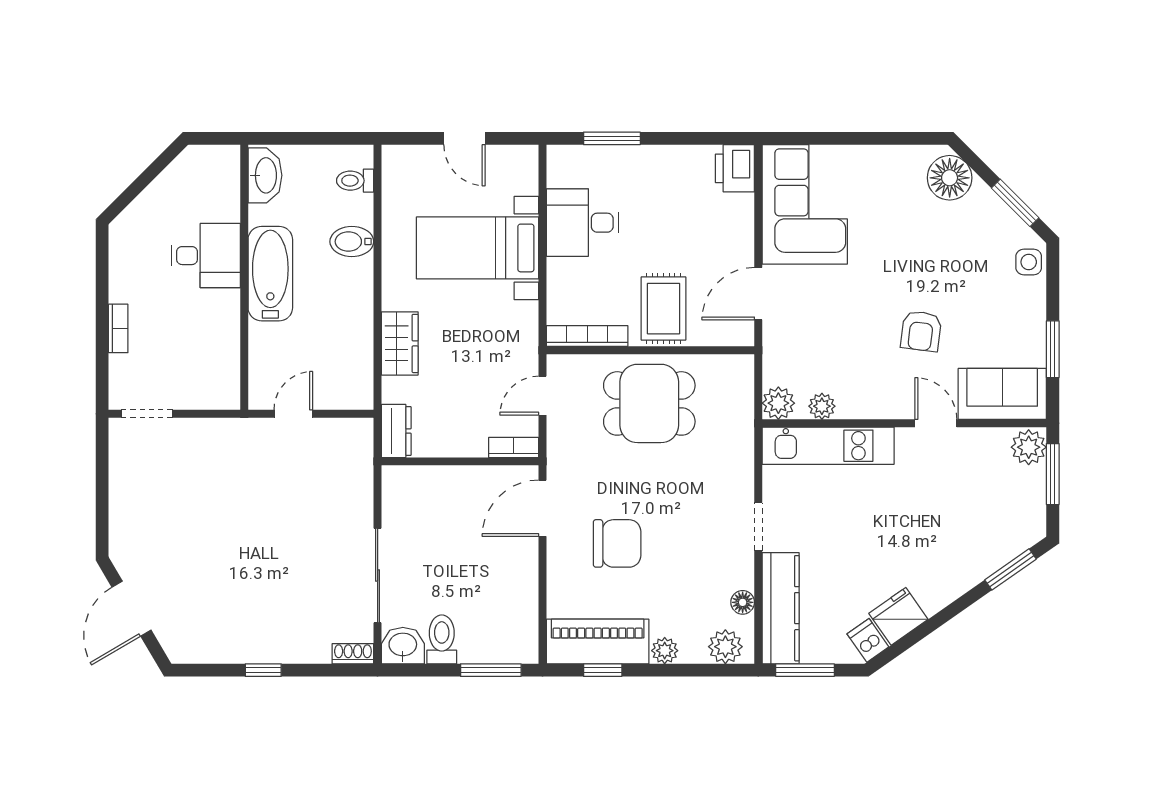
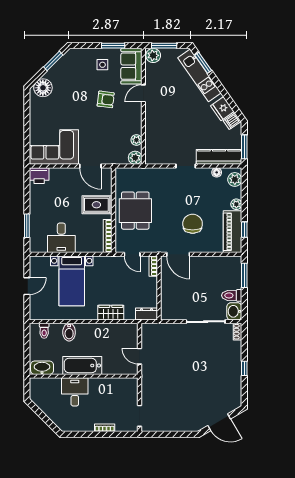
side table: (1029, 262) -> (102, 65), moved
kitchen unit: (828, 446) -> (199, 75), moved, turned 145

